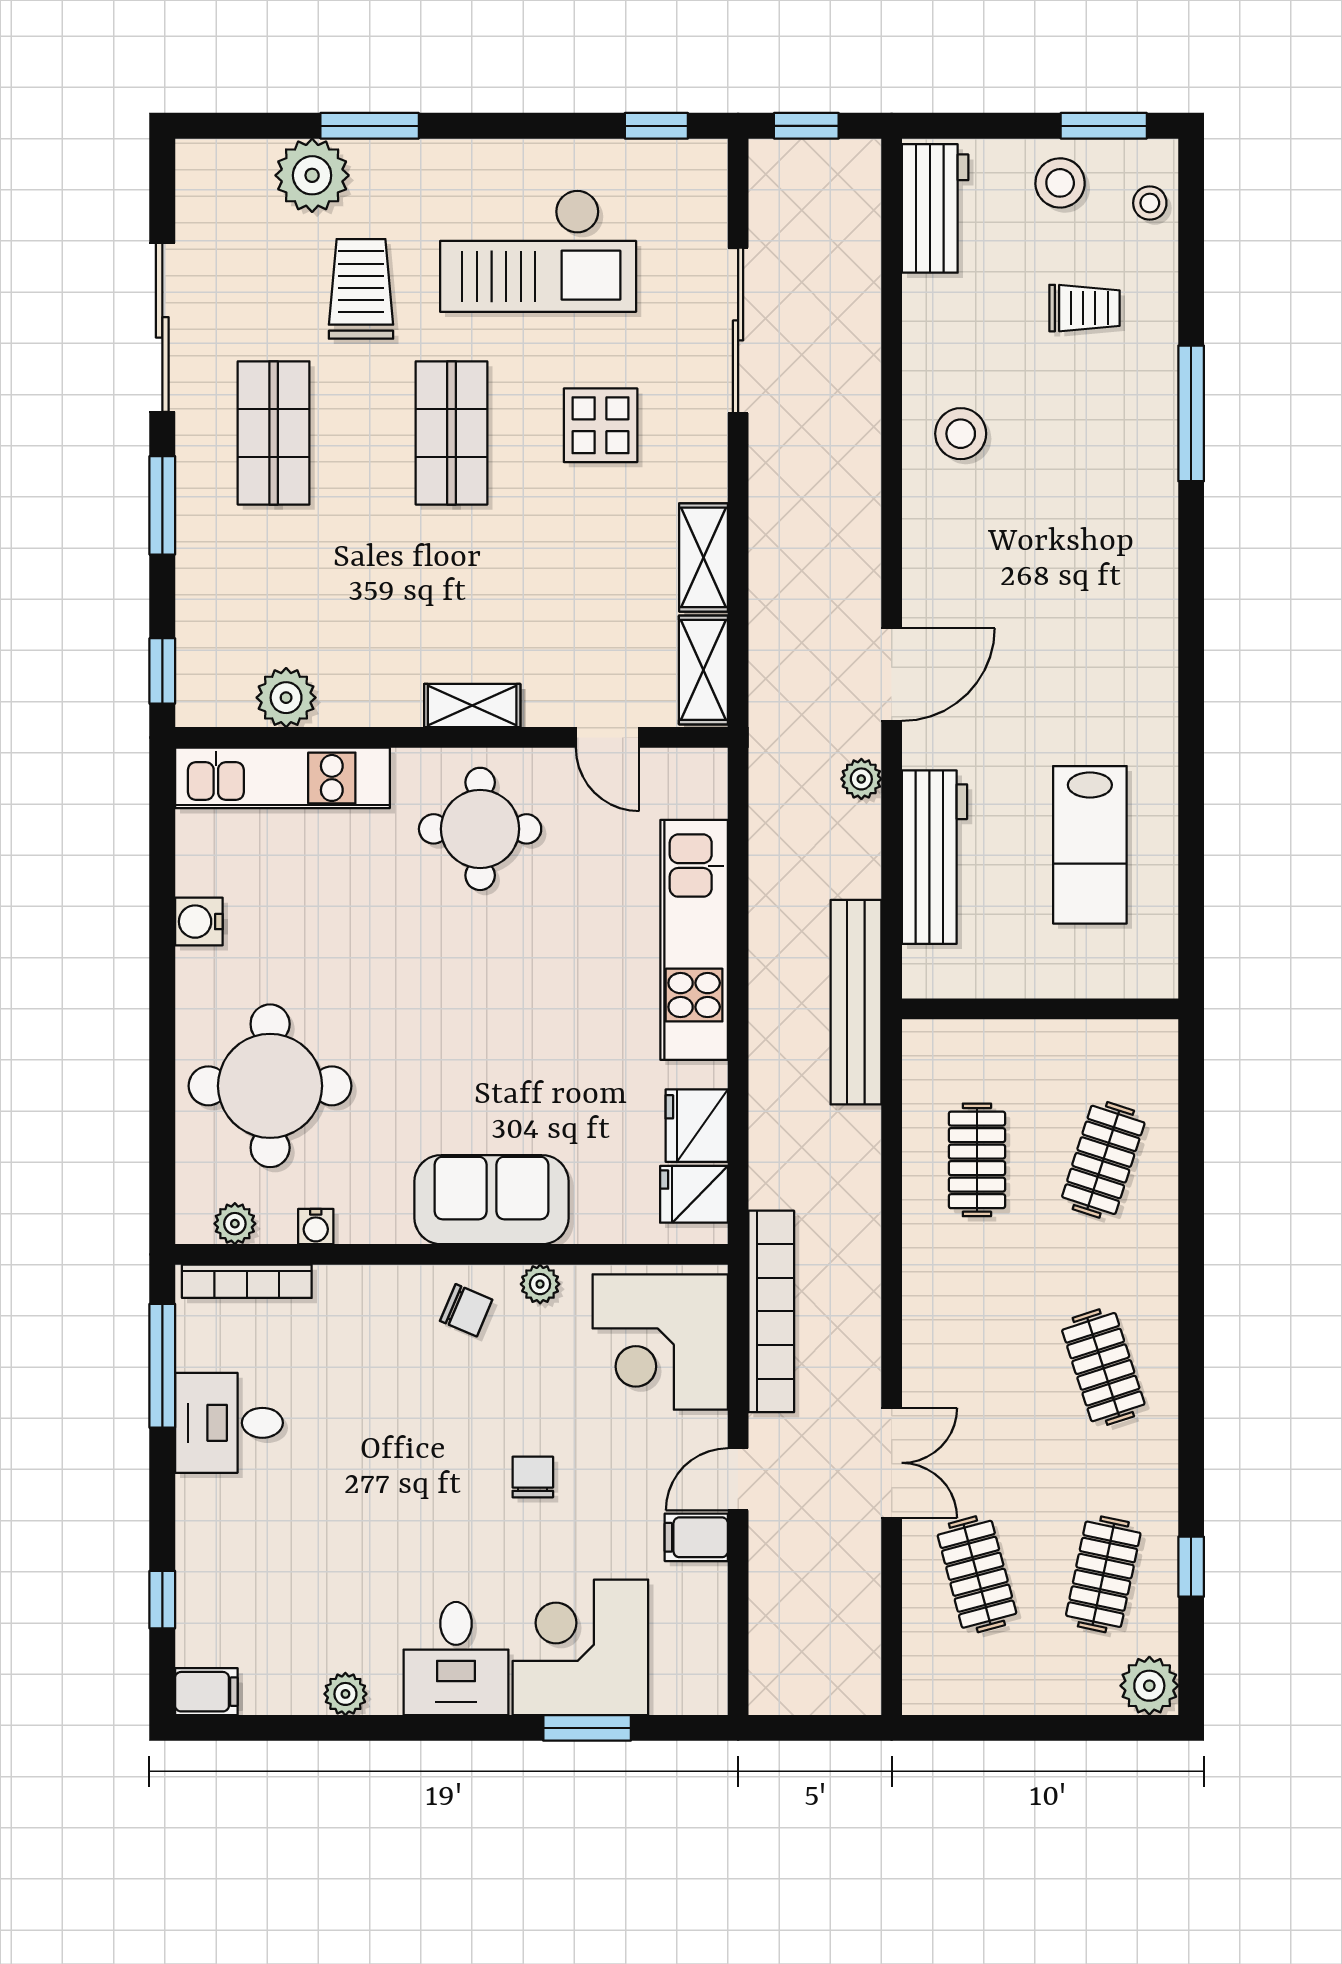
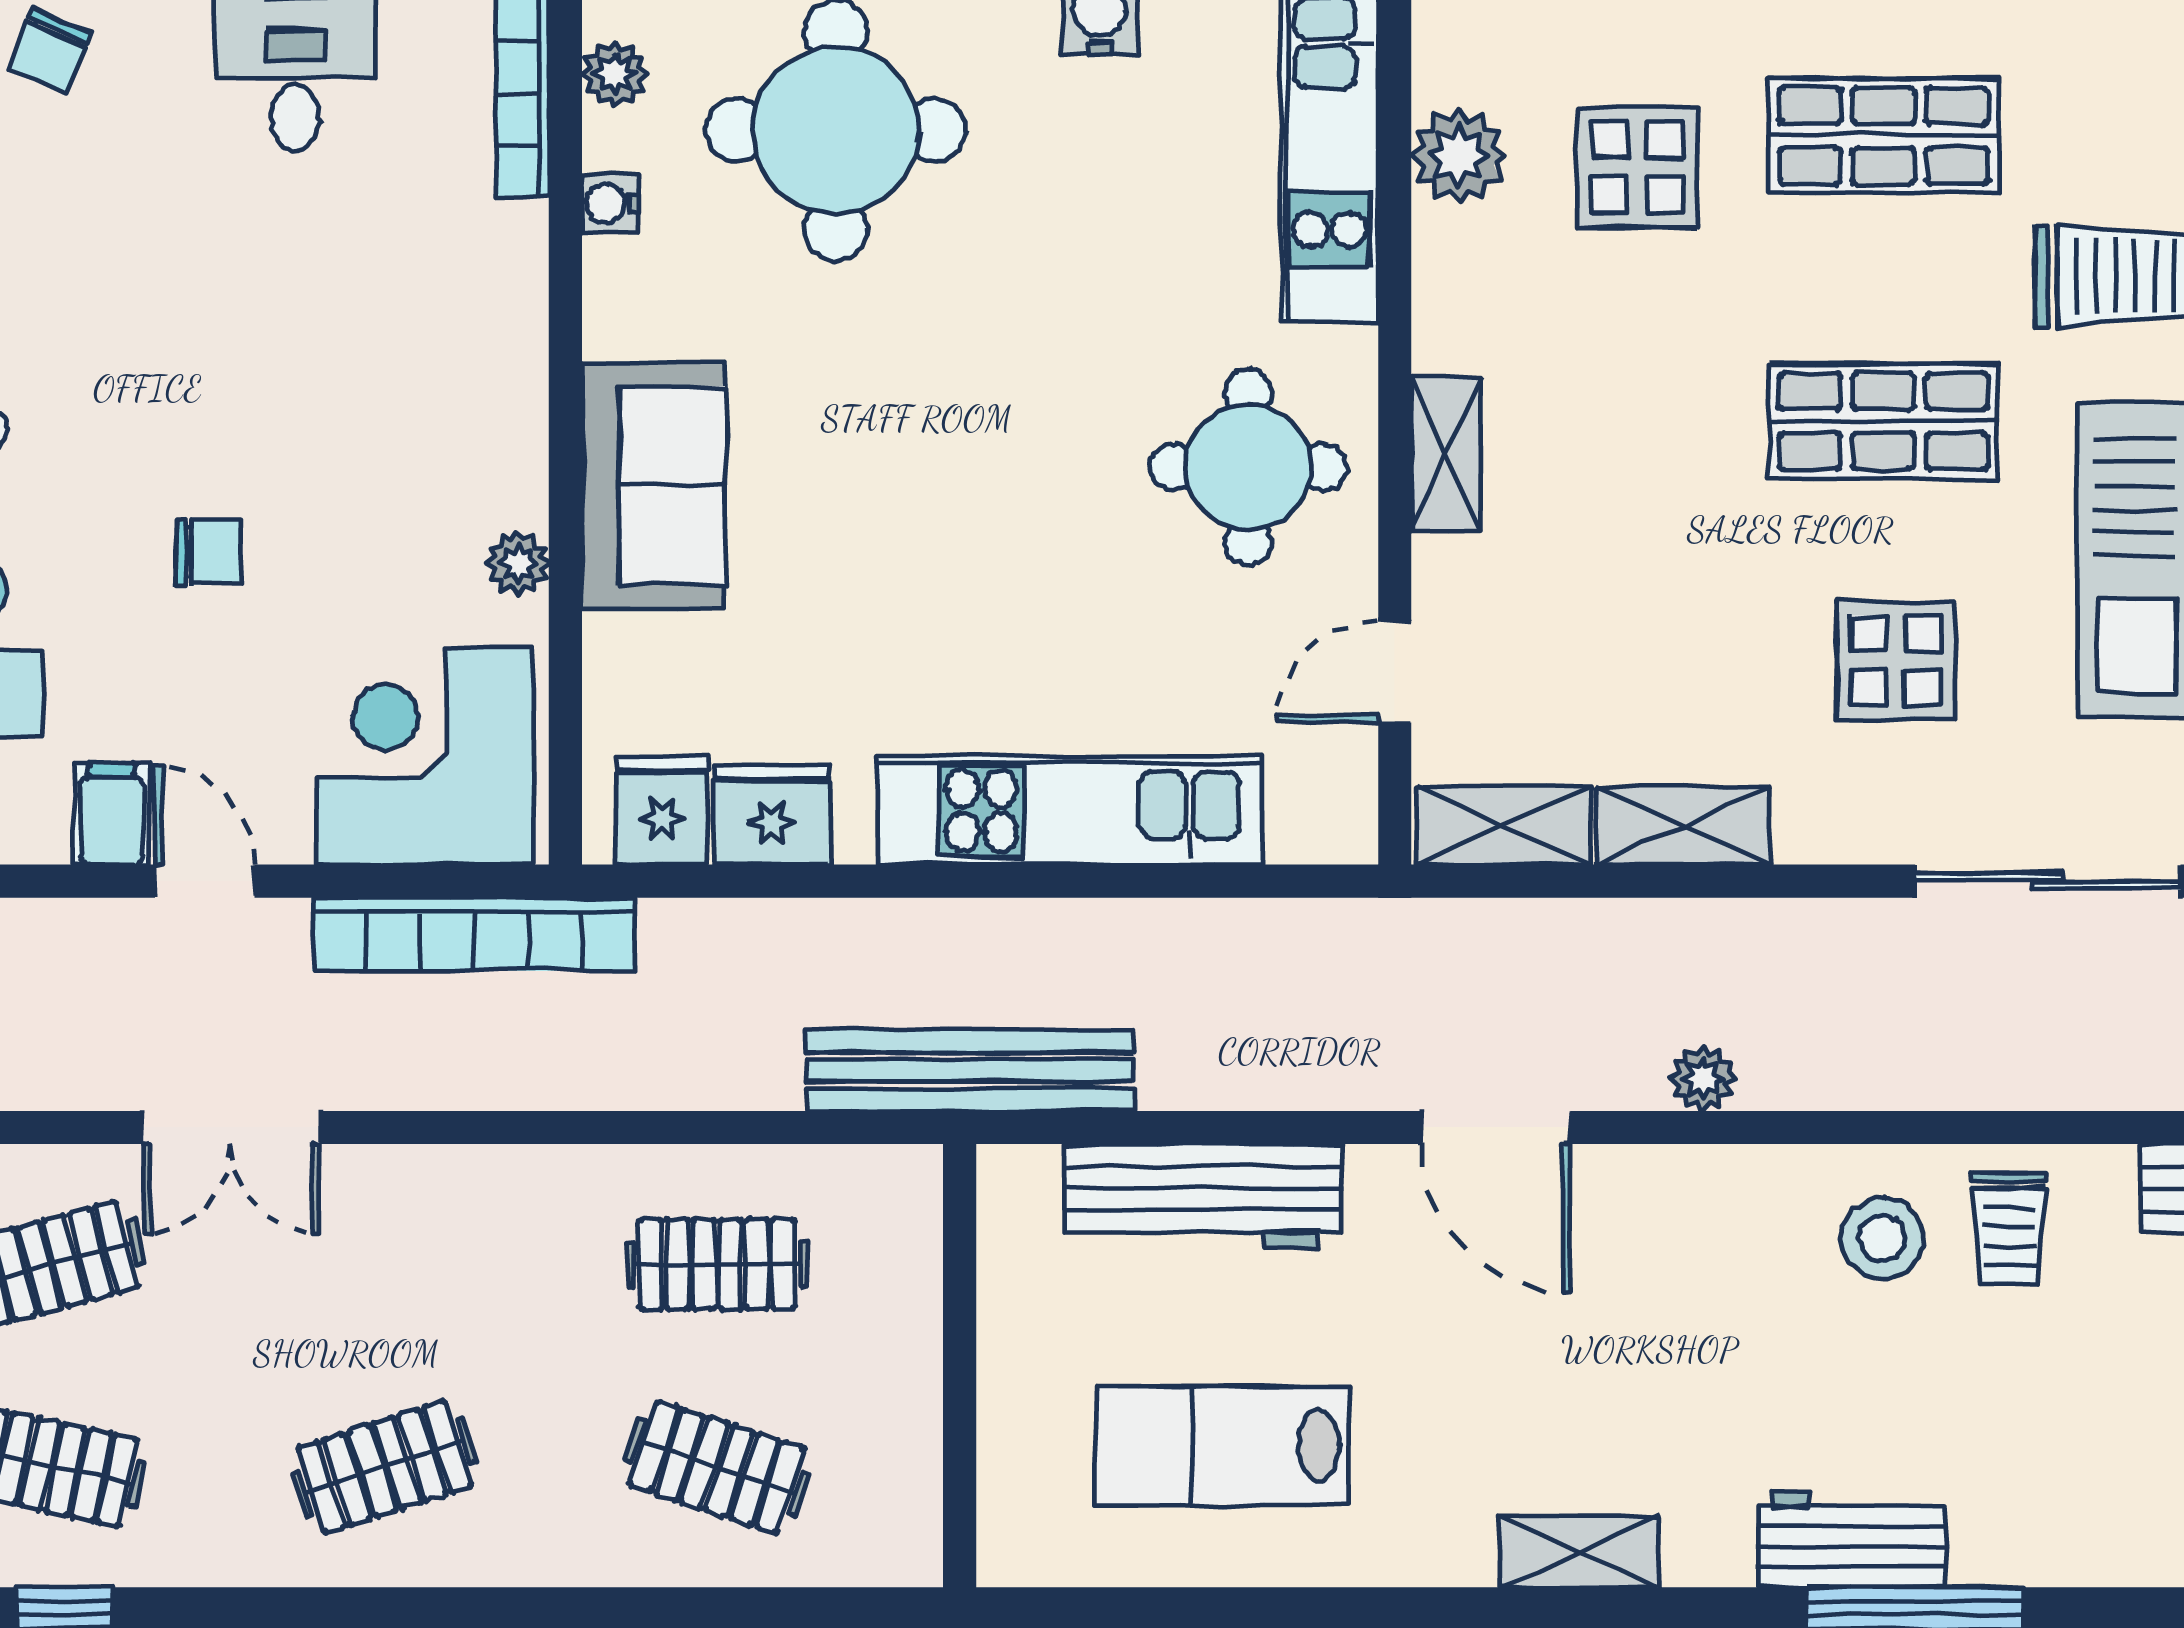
trolley: (1084, 308) -> (2009, 1229), moved
workbench: (1148, 453) -> (1851, 1539), added
display table: (293, 586) -> (1637, 167), added
shelving: (1156, 622) -> (1579, 1551), added
plant: (861, 779) -> (1703, 1079), moved
chair: (466, 1310) -> (50, 51), moved

